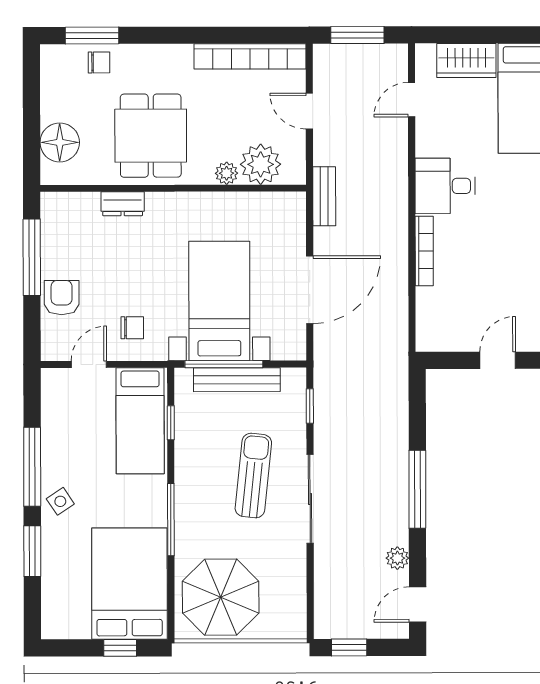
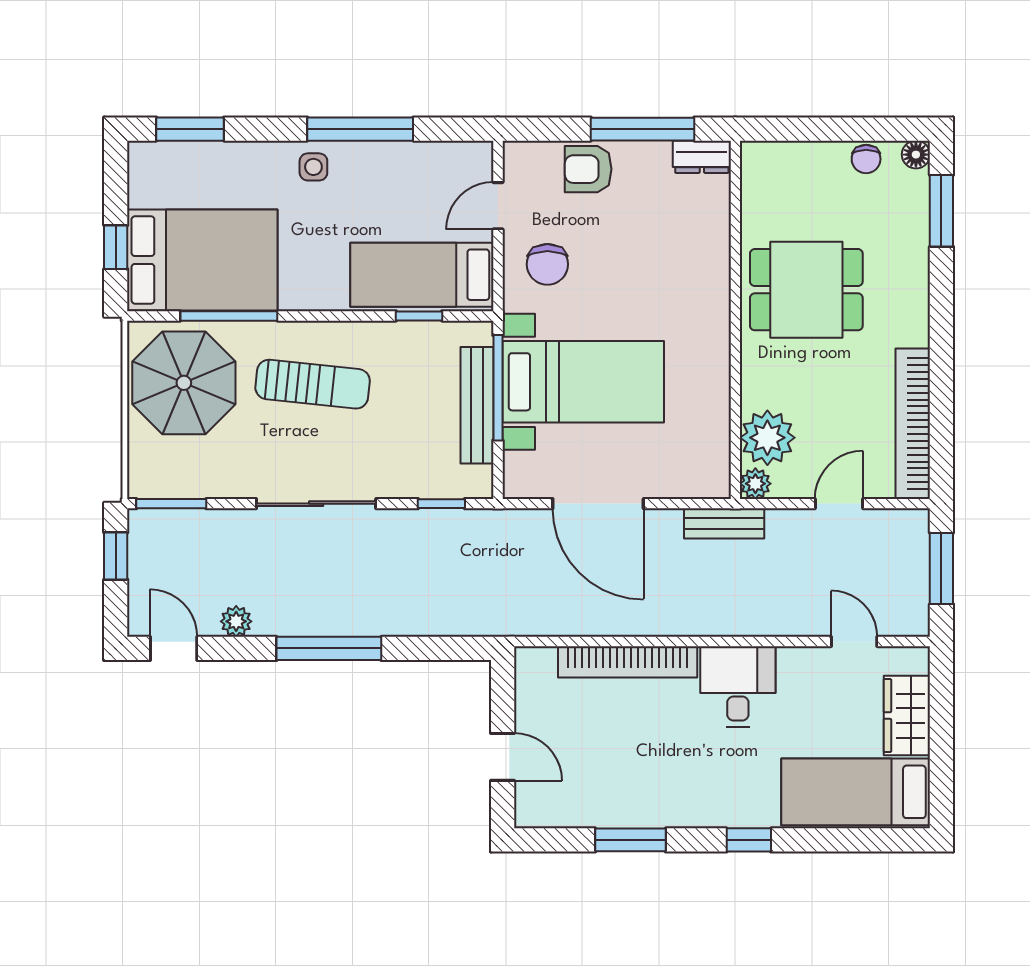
chair: (99, 62) -> (866, 159), moved
floor lamp: (60, 142) -> (916, 155), moved, width x0.53, depth x0.53
plant: (227, 173) -> (755, 484), moved
dresser: (123, 204) -> (702, 157), moved, turned -90
bookcase: (424, 251) -> (628, 662), width x1.48, depth x1.31
armchair: (62, 298) -> (588, 169), turned 180
chair: (132, 328) -> (547, 264), width x1.37, depth x1.37
door: (89, 364) -> (498, 206), swing flipped
sun lounger: (253, 476) -> (313, 384), moved
side table: (60, 501) -> (313, 167), turned 34
window: (171, 520) -> (229, 316), moved
window: (32, 551) -> (190, 129), moved
window: (310, 606) -> (171, 504), added

